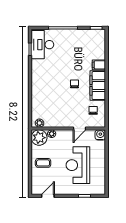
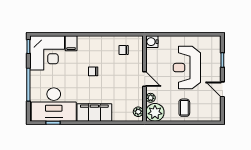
corner desk: (91, 44) -> (47, 53), added
desk: (42, 45) -> (54, 105), width x1.36, depth x1.30
filing cabinet: (98, 86) -> (94, 112), moved, turned 180
door: (79, 129) -> (145, 79), moved
reception desk: (78, 165) -> (187, 68), turned 90
door: (48, 196) -> (222, 89), moved

